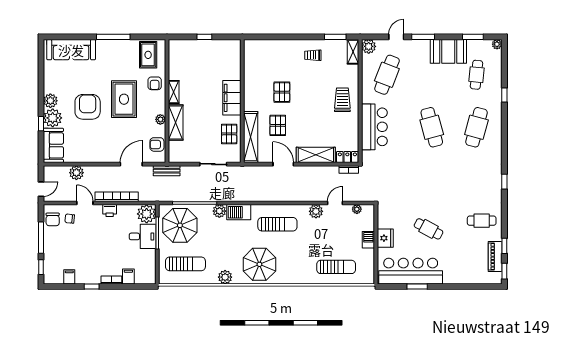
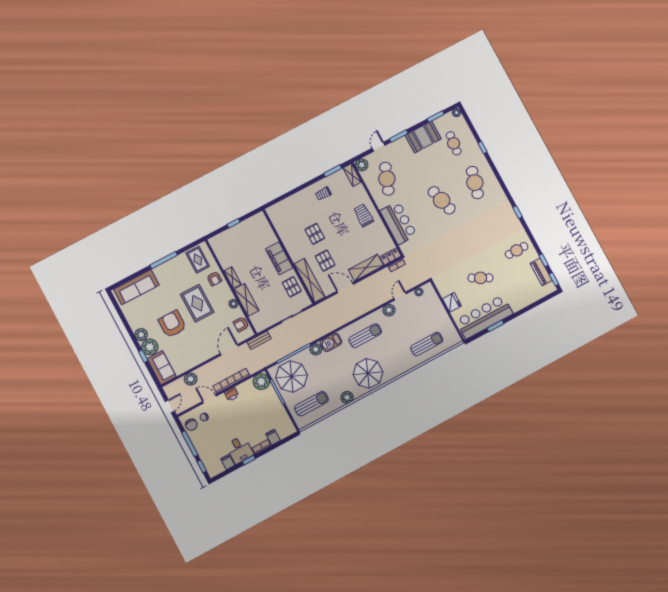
desk: (143, 236) -> (240, 450), moved, turned 90
barbecue: (368, 240) -> (440, 310), removed

